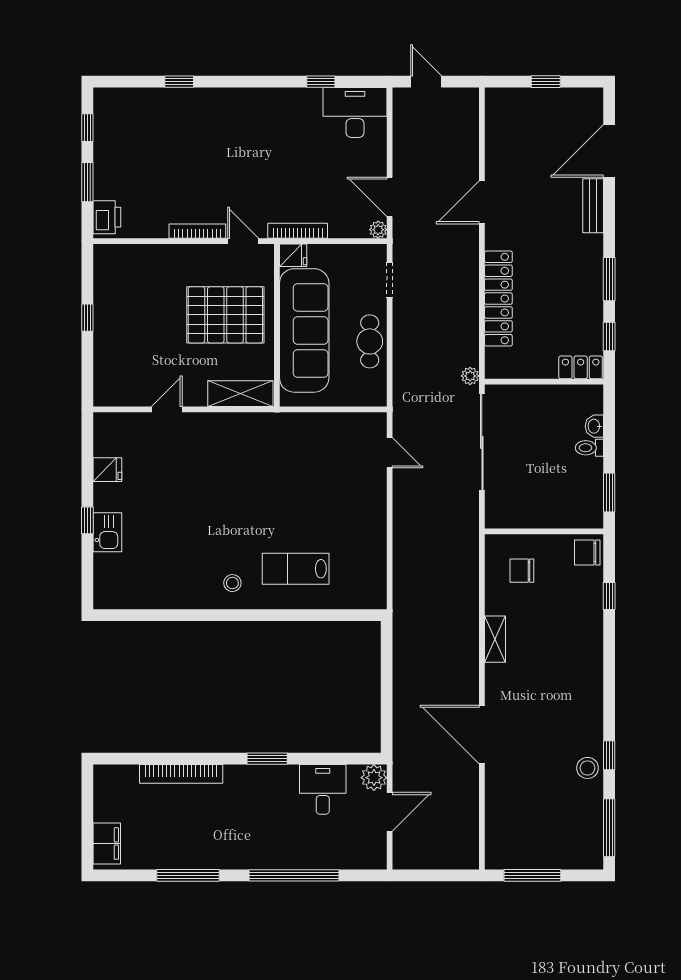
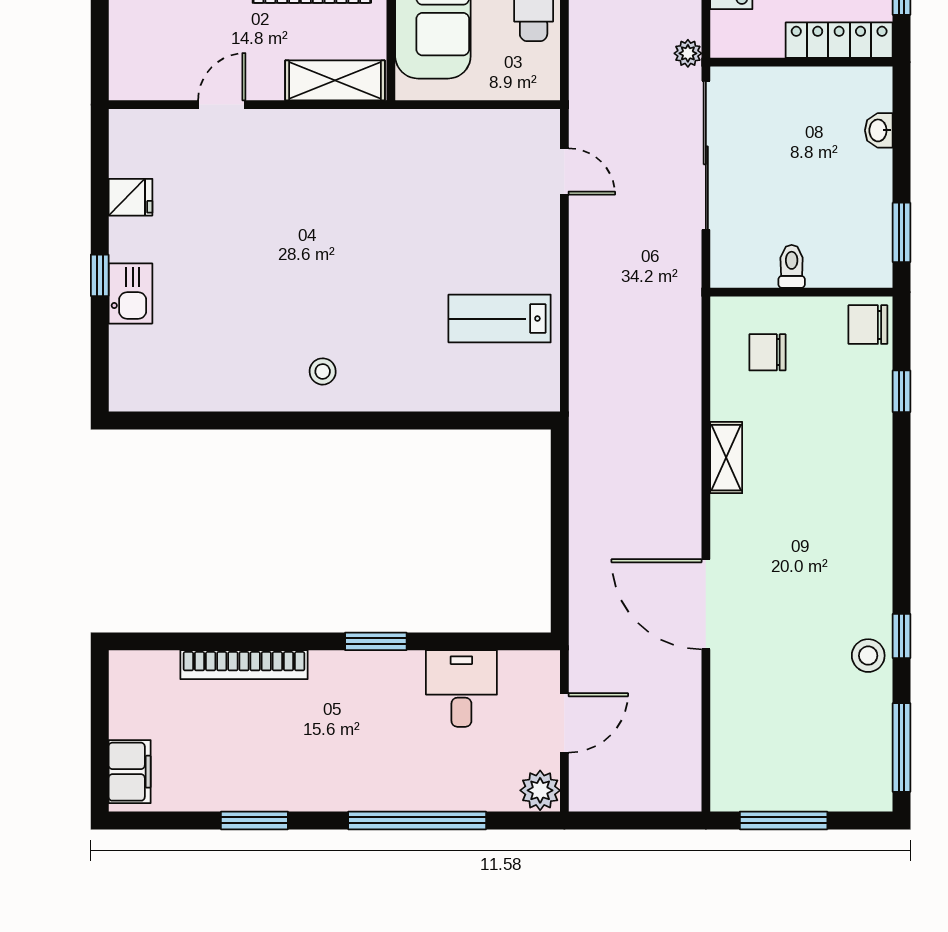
locker: (581, 367) -> (839, 40), width x1.53
toilet: (589, 448) -> (792, 266), moved, turned 90
lab bench: (296, 569) -> (500, 319), moved
plant: (374, 778) -> (540, 790), moved
window: (188, 875) -> (254, 820), width x0.69

